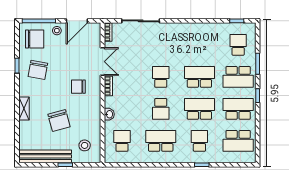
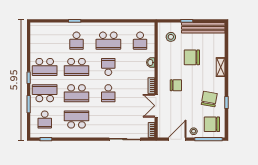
chair: (59, 121) -> (192, 57), turned -75
school desk: (238, 141) -> (77, 120), moved

